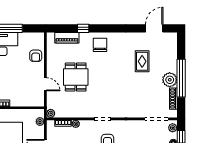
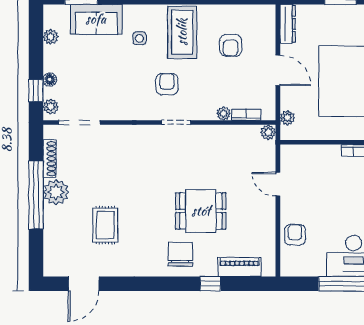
chair: (100, 45) -> (180, 254), turned 180
dining table: (76, 77) -> (201, 211), moved, turned 90

